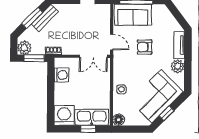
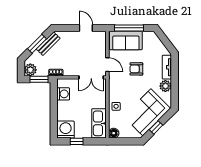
kitchen sink: (92, 117) -> (99, 123), moved, turned -90
window: (88, 129) -> (77, 141), moved

